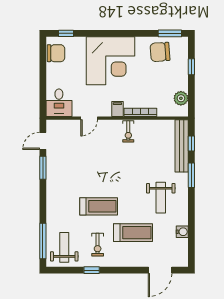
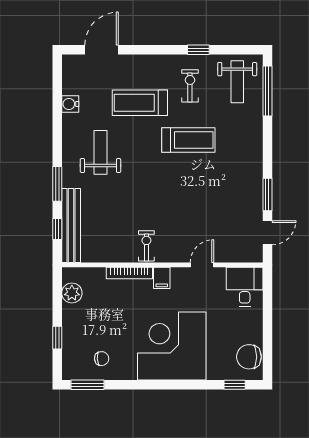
chair: (160, 52) -> (102, 359), width x0.54, depth x0.54
treadmill: (99, 206) -> (188, 140), turned 180

